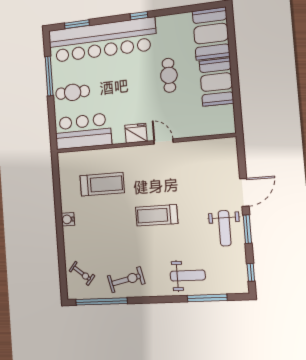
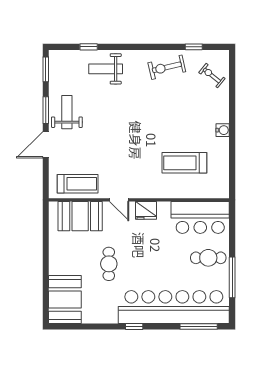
window: (77, 24) -> (199, 327), width x1.44
booth: (216, 82) -> (80, 216), moved, turned 90
treadmill: (157, 215) -> (78, 184), moved
window: (251, 272) -> (46, 69), width x1.50
window: (207, 298) -> (89, 47), width x0.46
window: (101, 301) -> (194, 47), width x0.32

